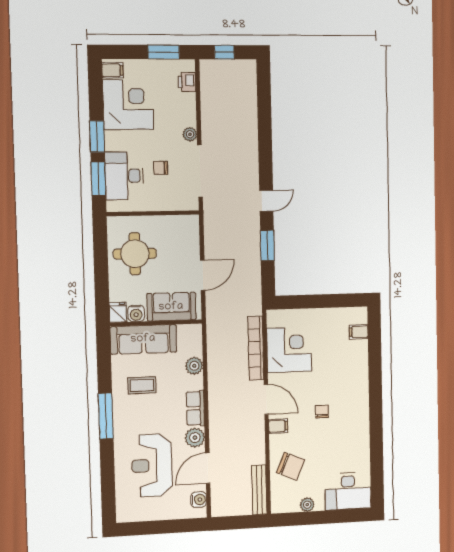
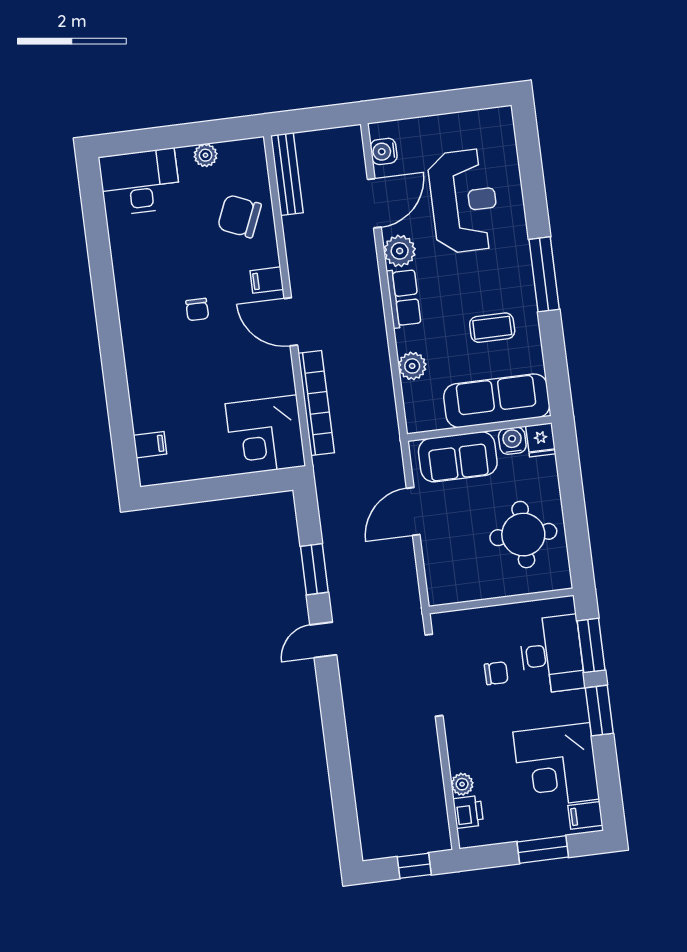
window: (164, 52) -> (543, 850), moved
plant: (190, 134) -> (462, 784), moved
corner desk: (289, 350) -> (265, 435), moved

